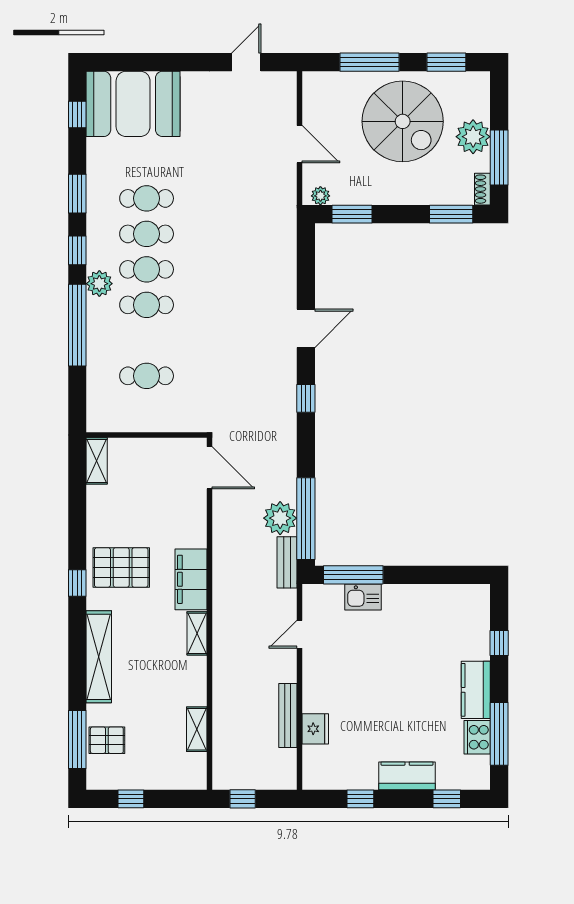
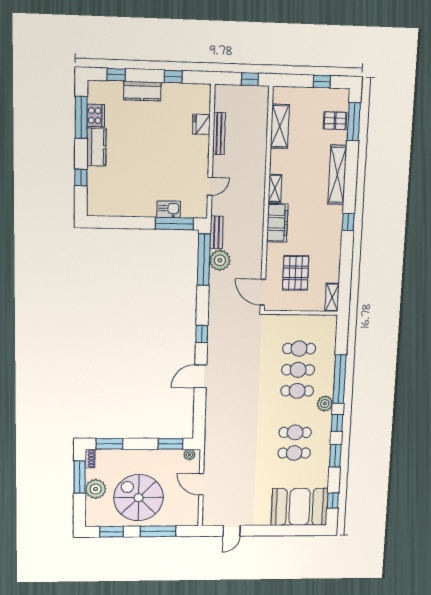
cafe table: (147, 269) -> (298, 370), moved
pallet: (121, 567) -> (296, 273), moved, turned 90
shelving: (197, 729) -> (280, 126), width x1.50, depth x1.33

